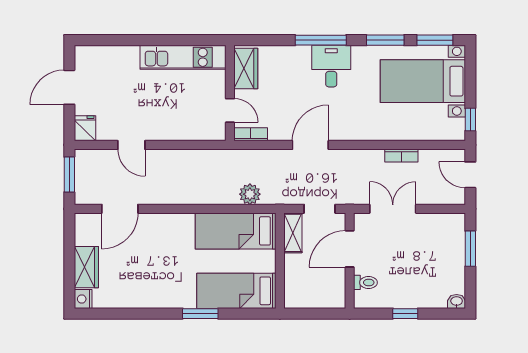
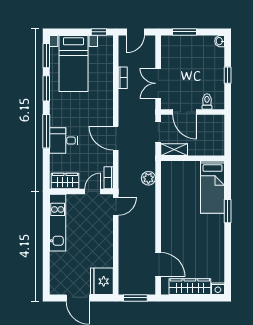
desk: (331, 66) -> (63, 141), moved
fridge: (85, 128) -> (102, 281), width x1.88, depth x1.34
door: (131, 145) -> (116, 206), moved
bed: (236, 231) -> (173, 188), removed
wardrobe: (86, 267) -> (190, 287), width x1.50

